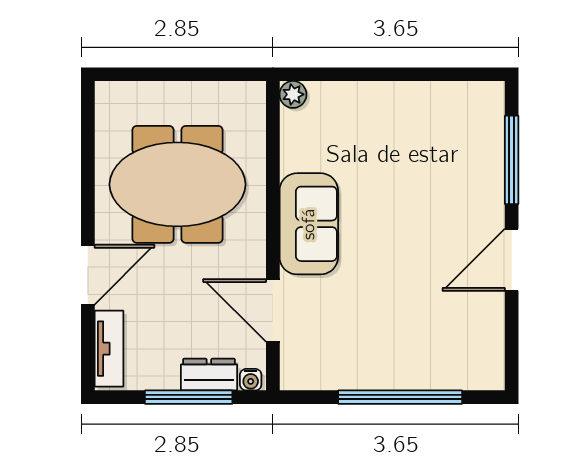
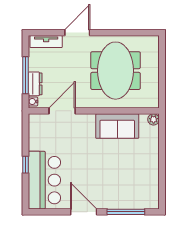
sofa: (309, 224) -> (117, 126), moved
door: (88, 275) -> (77, 33), swing flipped
bar counter: (437, 353) -> (44, 180), added
window: (400, 397) -> (26, 165), width x0.32

